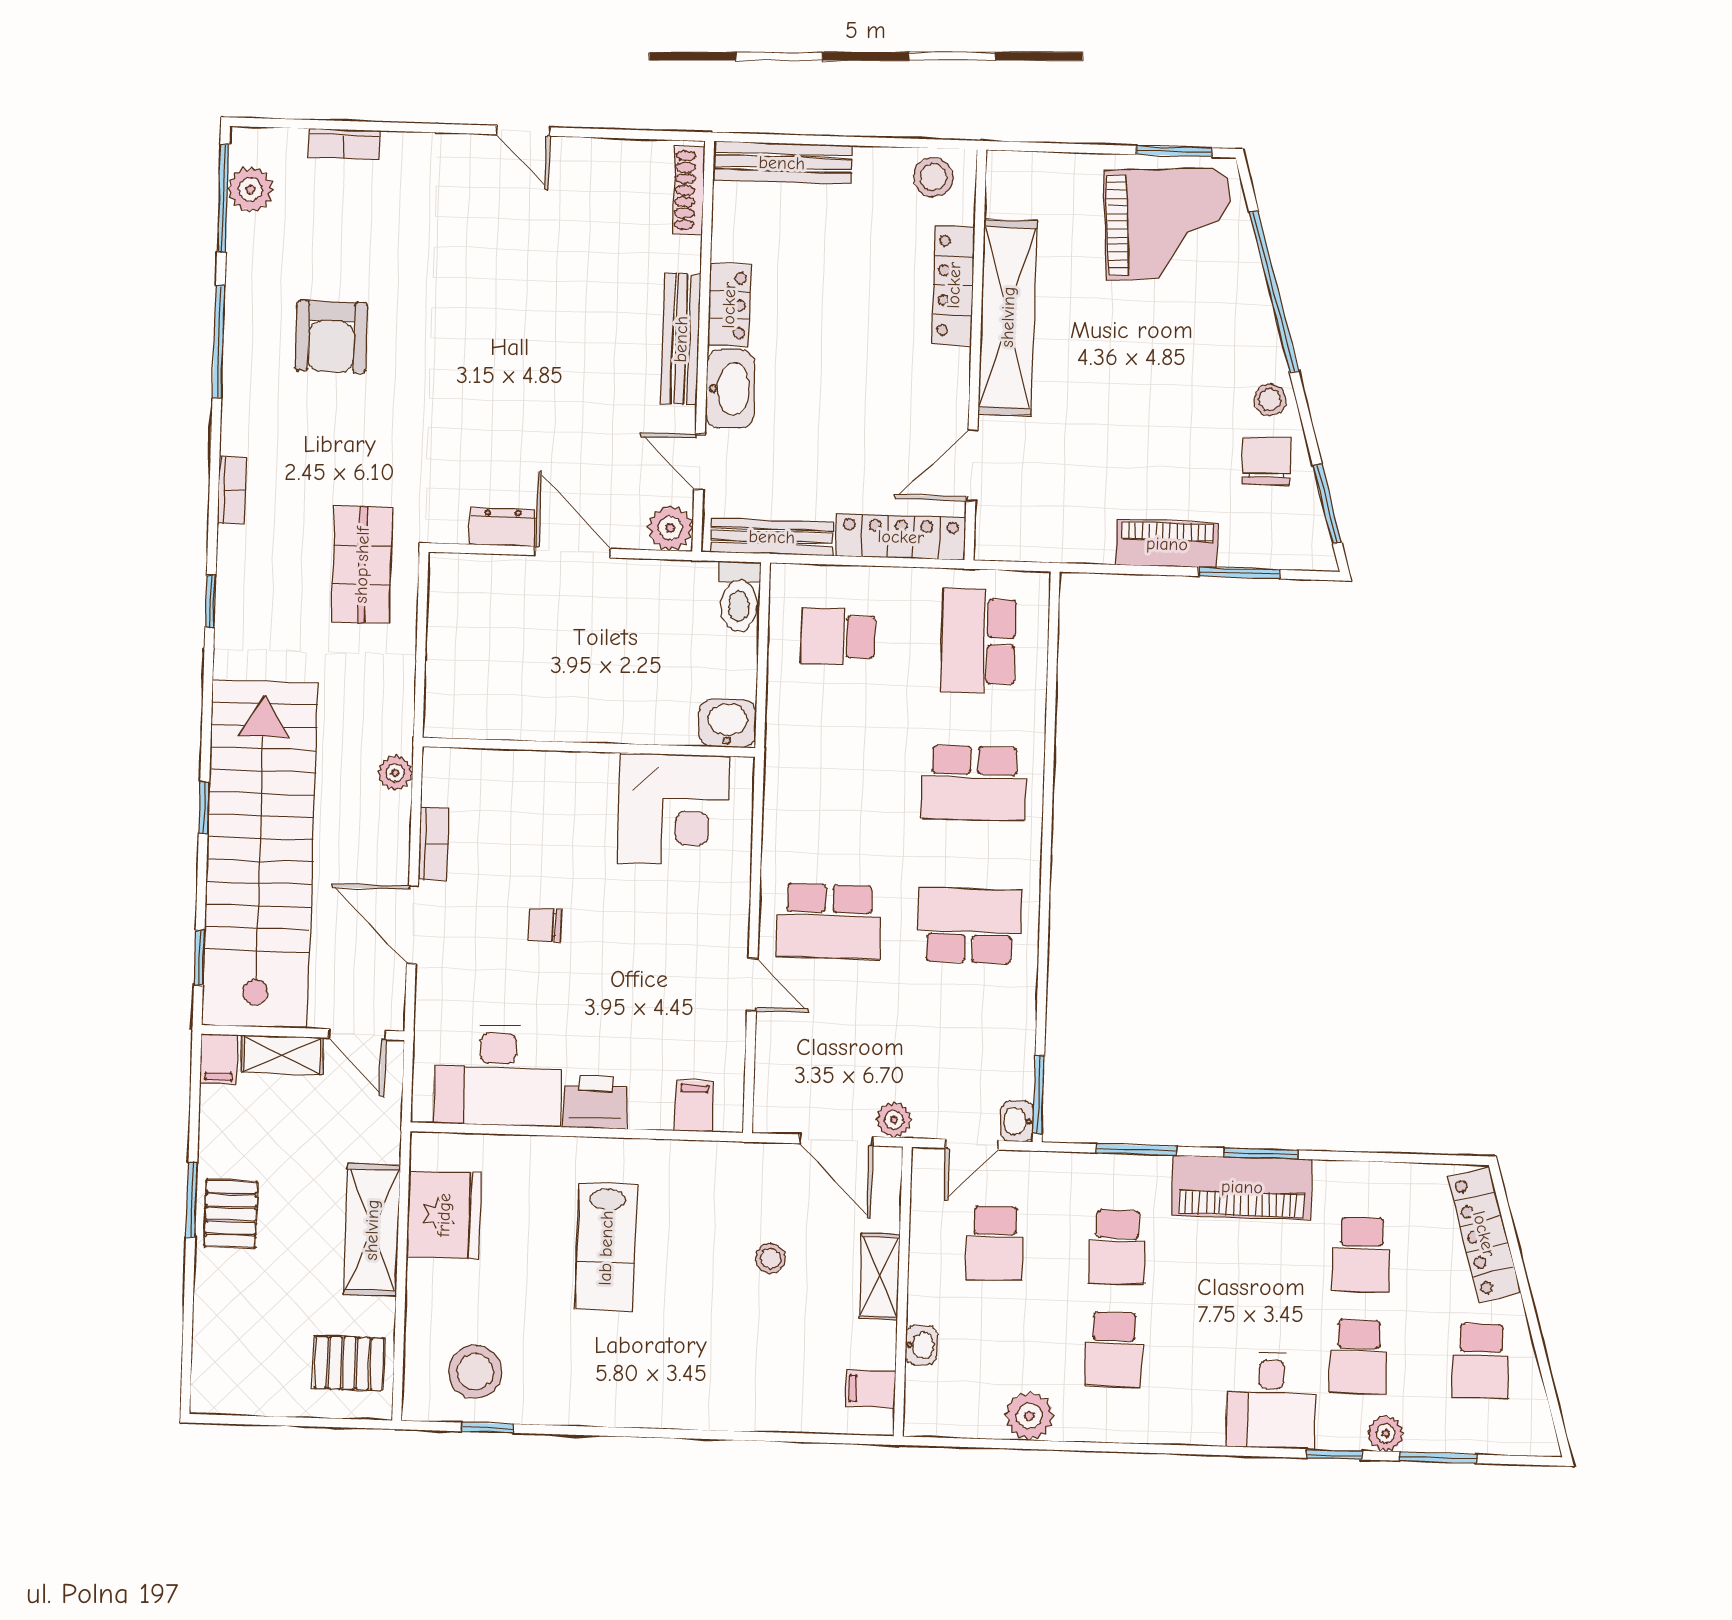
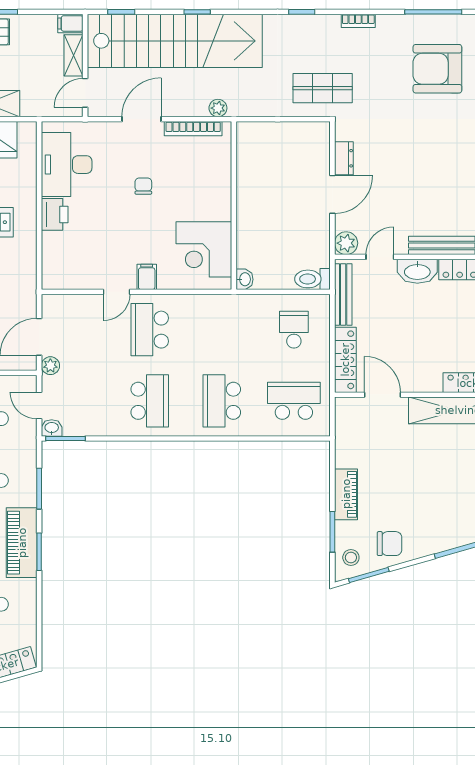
armchair: (331, 337) -> (437, 69), width x1.36, depth x1.36
stool: (1270, 400) -> (351, 557), moved
washbasin: (728, 723) -> (245, 279), width x0.72, depth x0.69
bookcase: (434, 843) -> (193, 129), width x1.56
filing cabinet: (694, 1106) -> (147, 277), moved, turned -90

